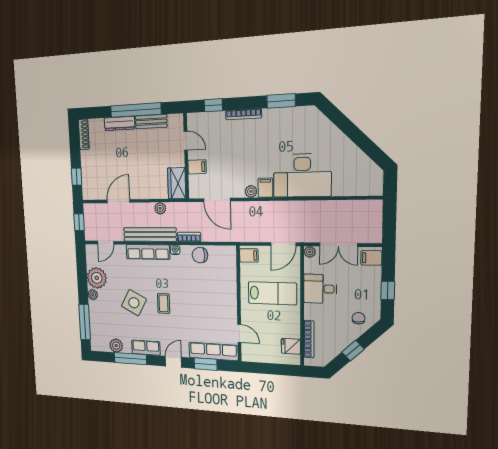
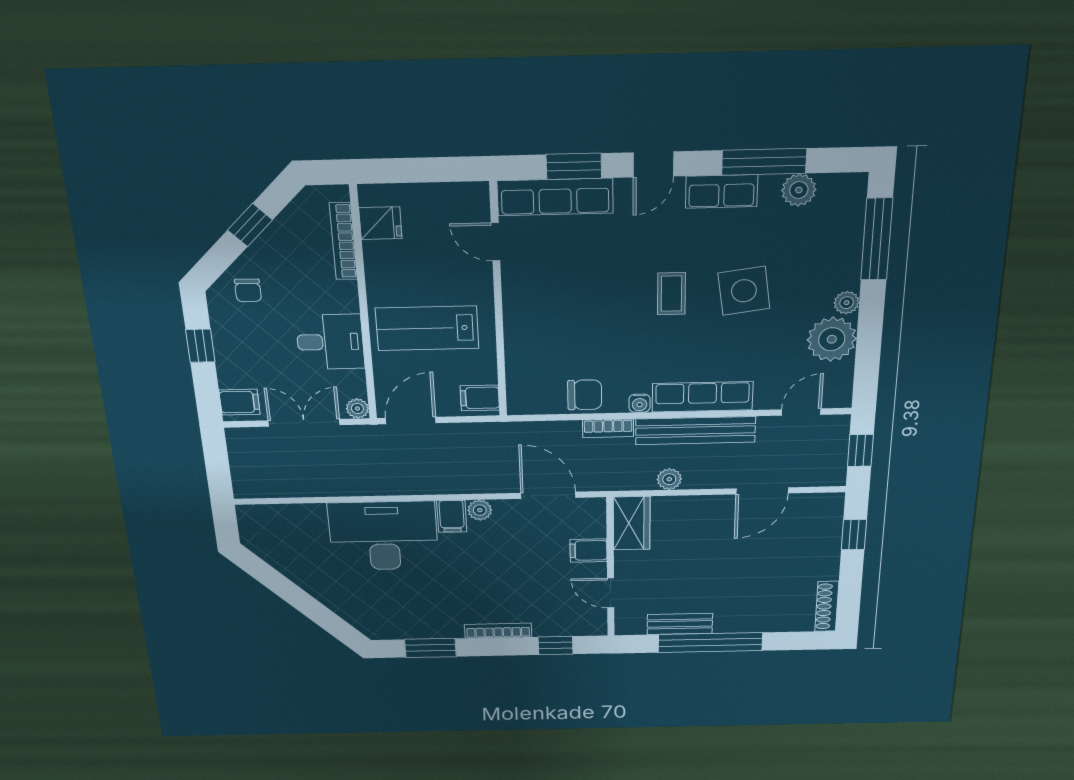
dresser: (119, 123) -> (747, 622), removed
side table: (134, 303) -> (744, 291), turned -36

